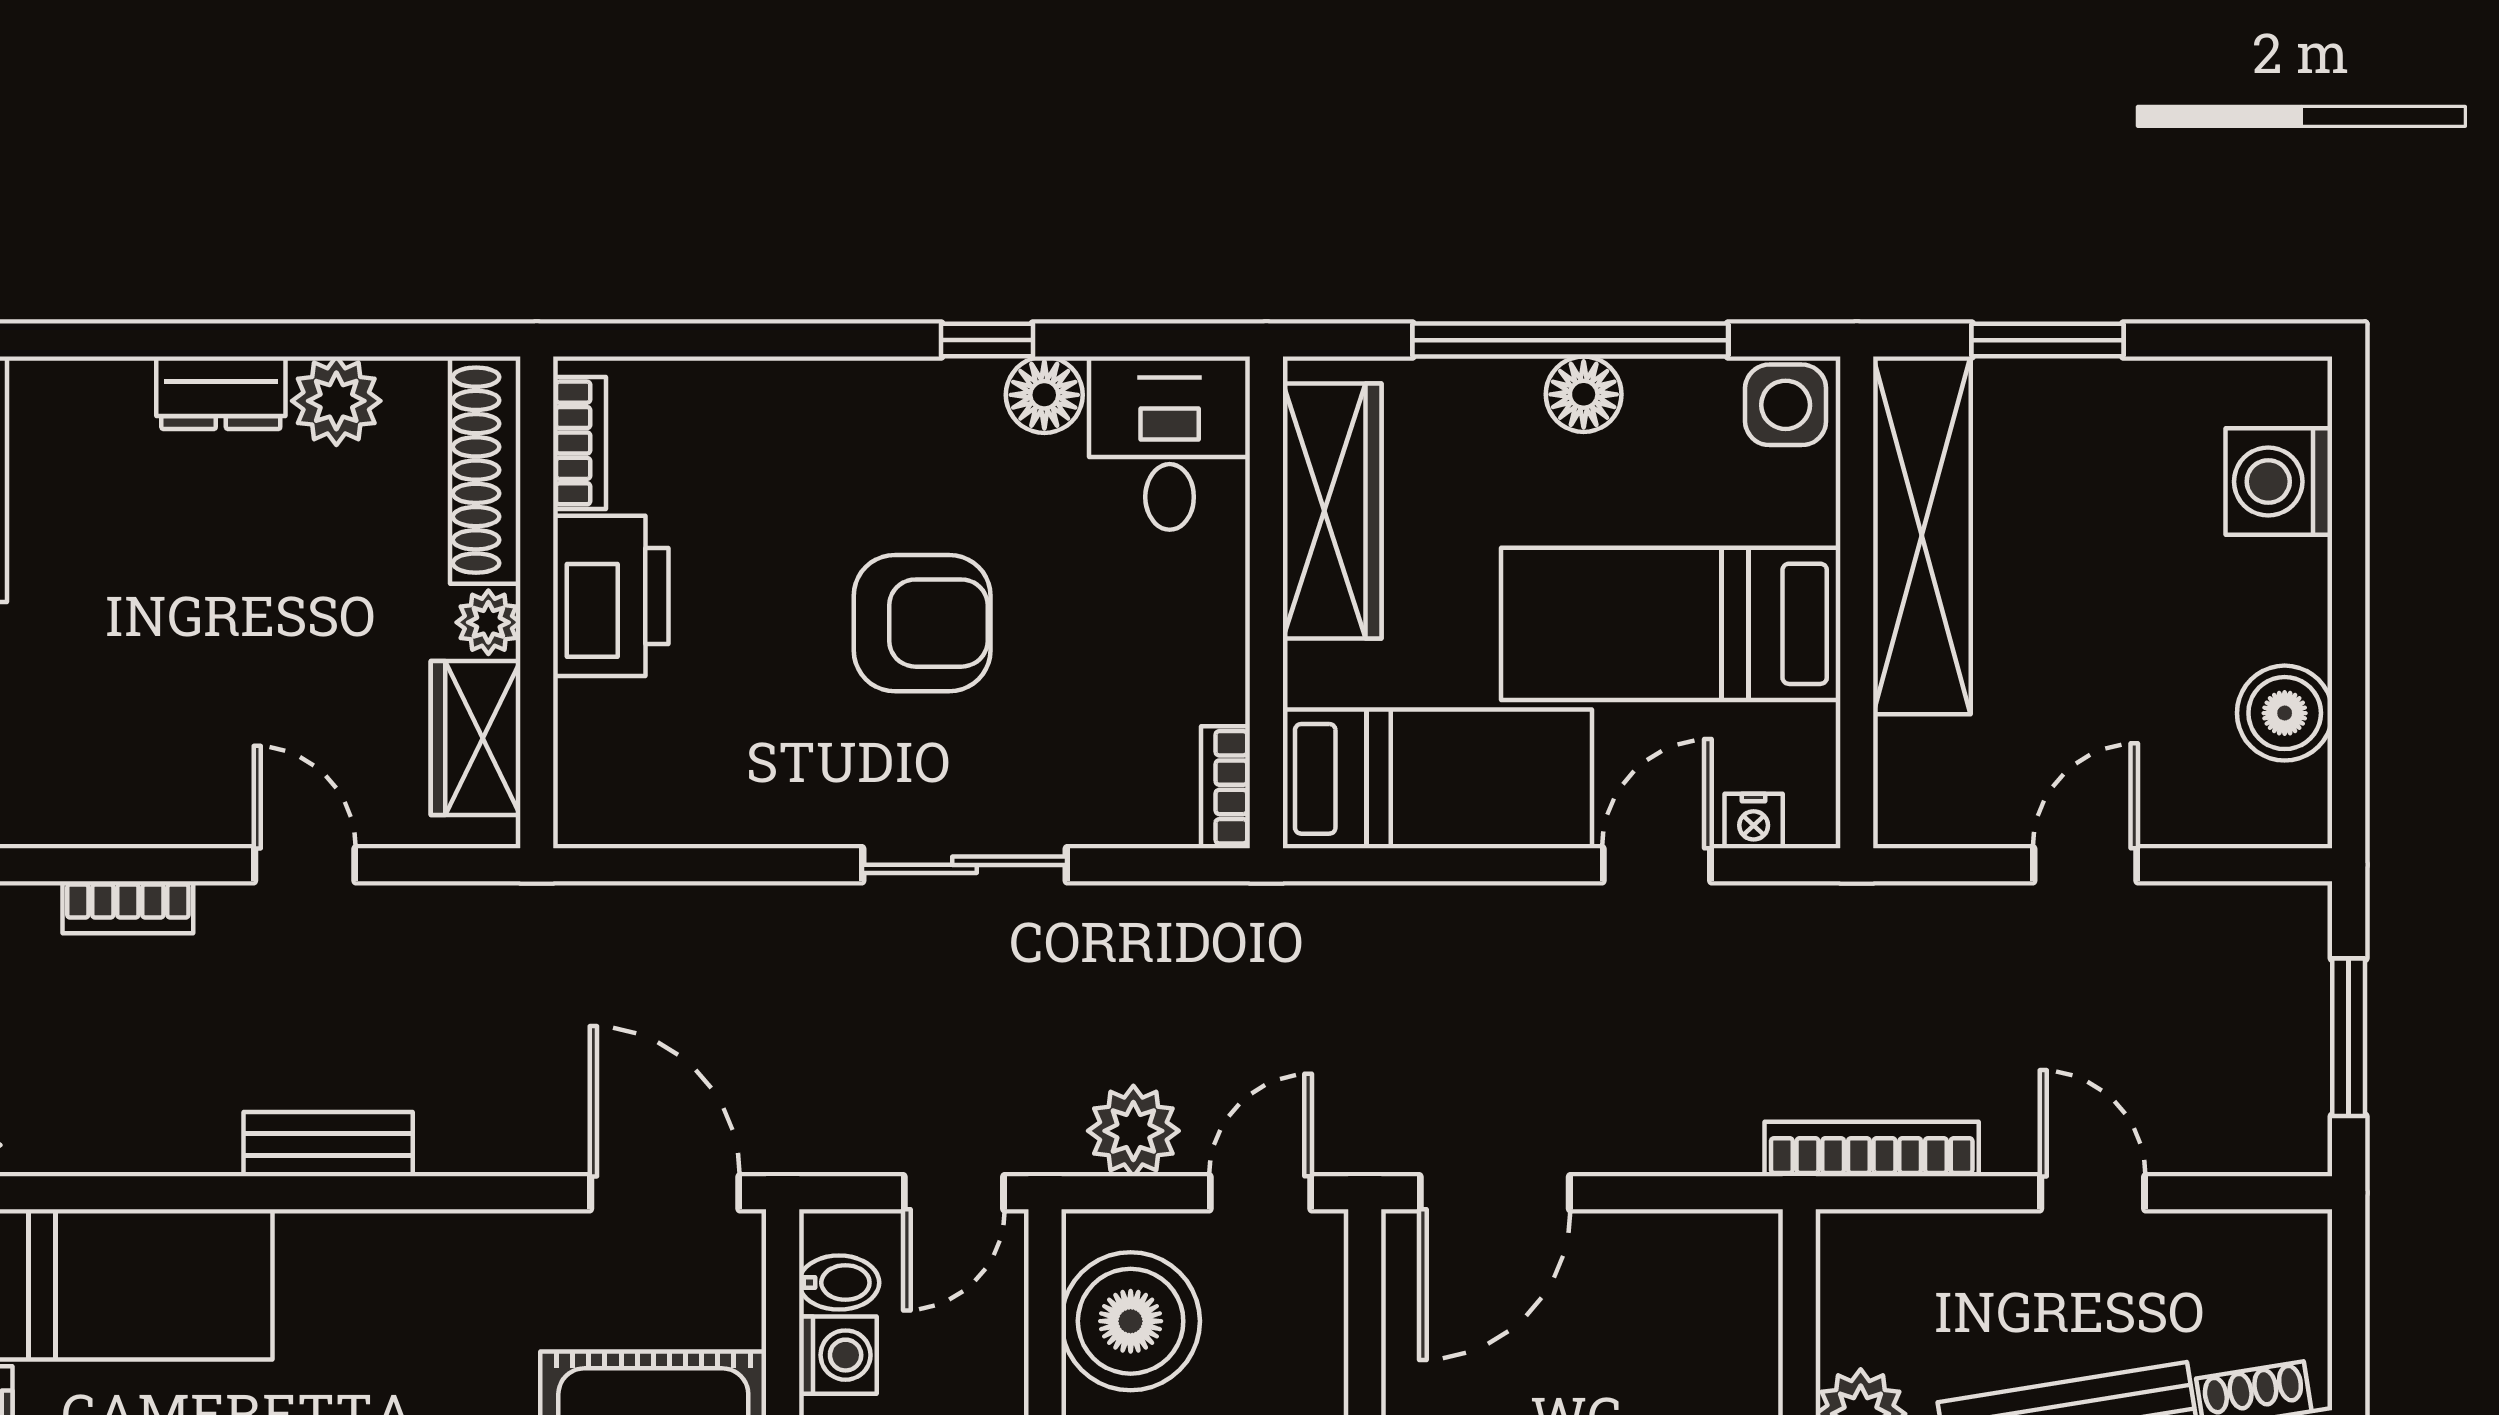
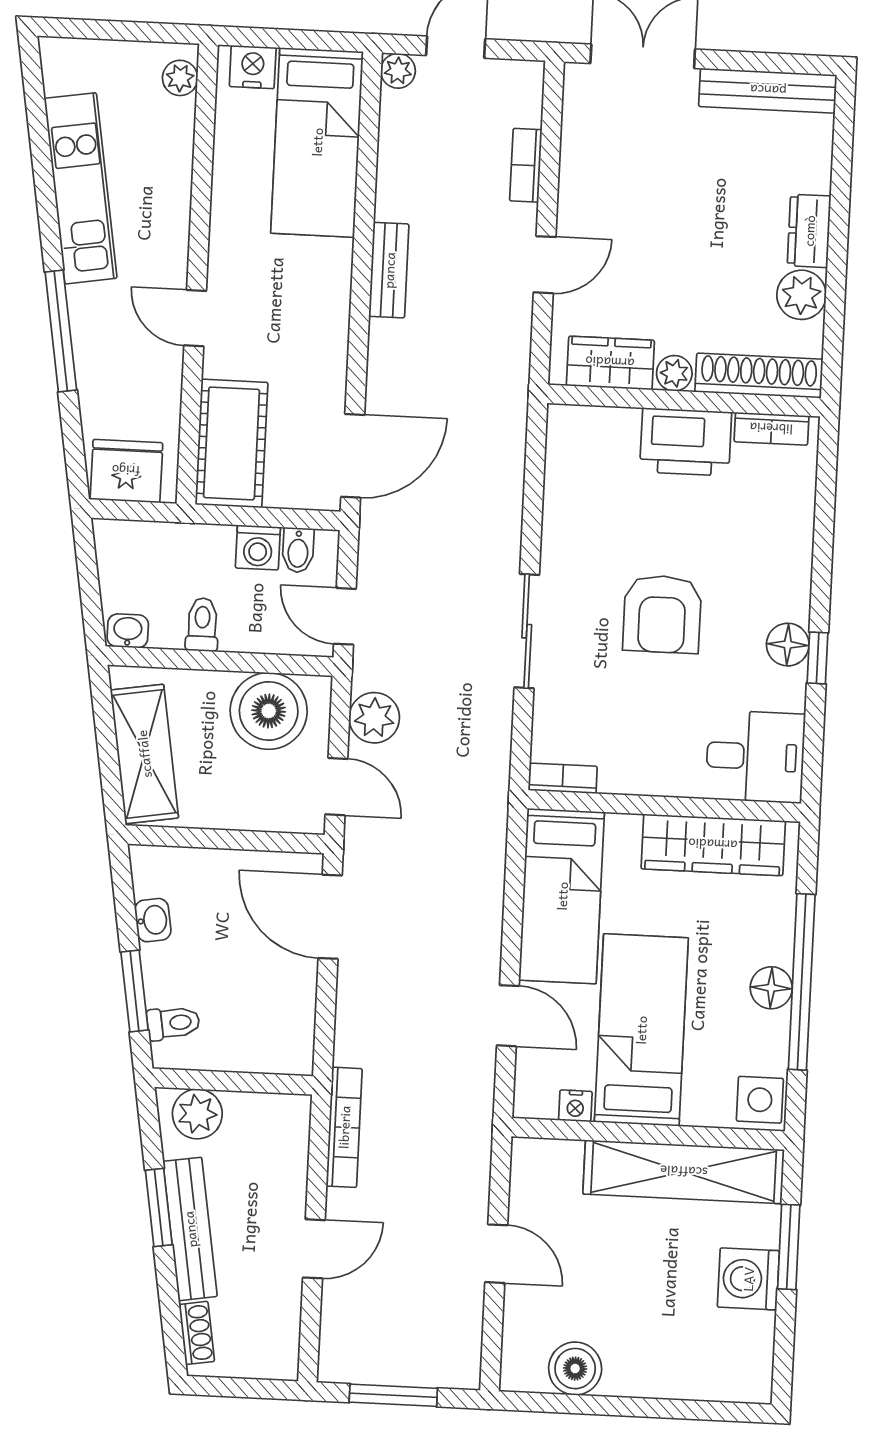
floor lamp: (1044, 395) -> (788, 645), moved
washing machine: (2279, 482) -> (748, 1279), moved, turned -90
nightstand: (1754, 821) -> (575, 1106), moved, turned -90

